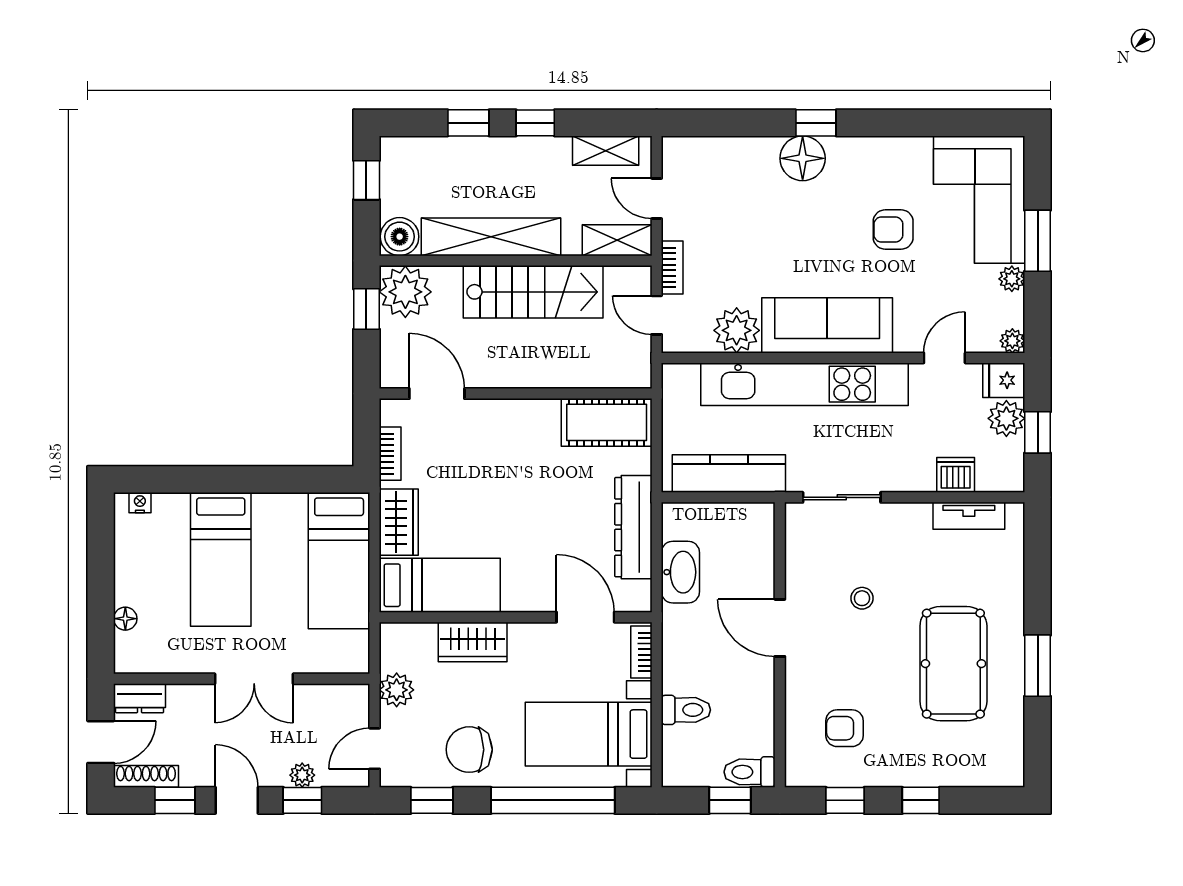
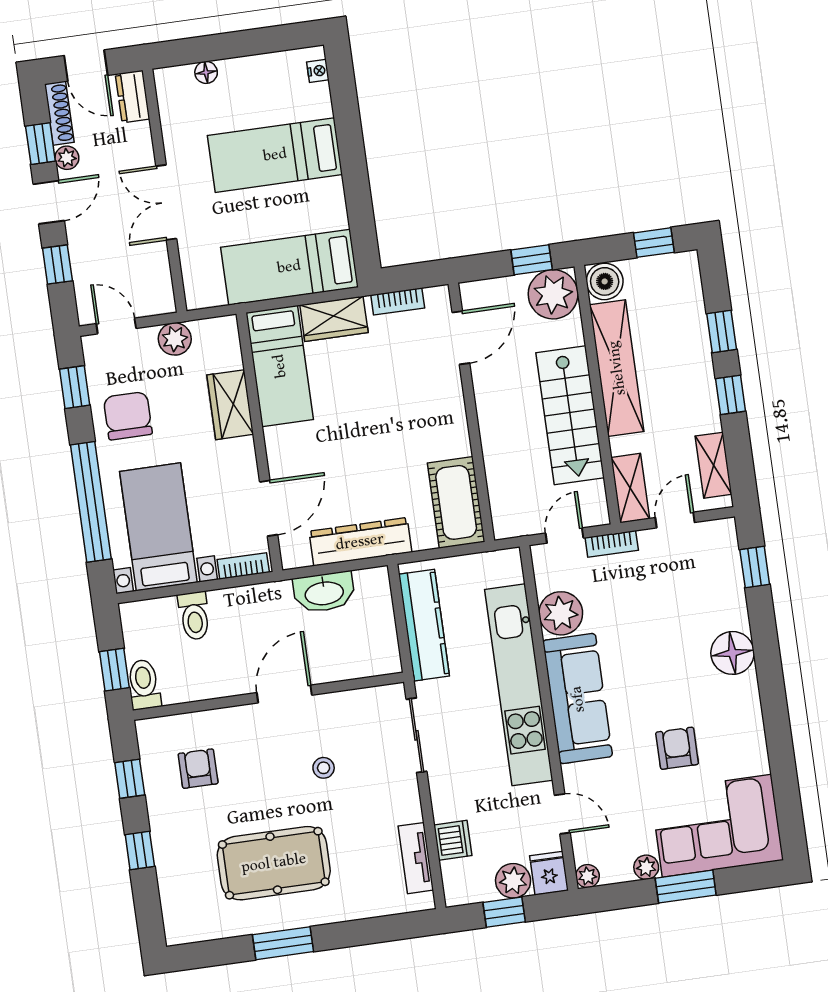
window: (816, 123) -> (755, 567), moved
plant: (302, 775) -> (67, 158), moved

